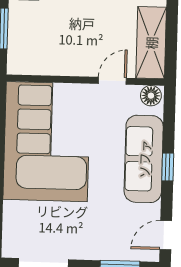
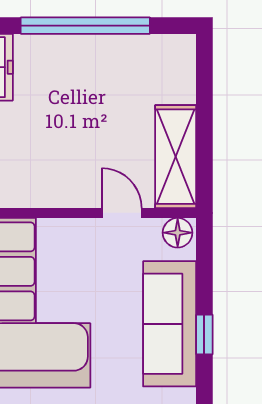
door: (112, 81) -> (122, 213), hinge flipped

